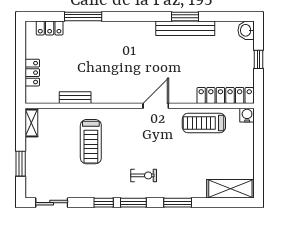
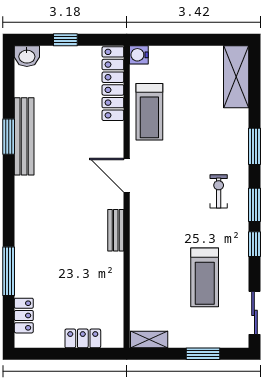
bench: (75, 98) -> (116, 230), moved
treadmill: (91, 142) -> (205, 277), moved, turned 90

